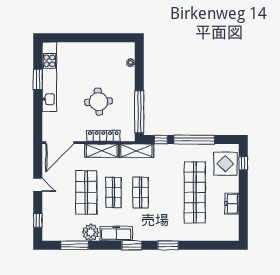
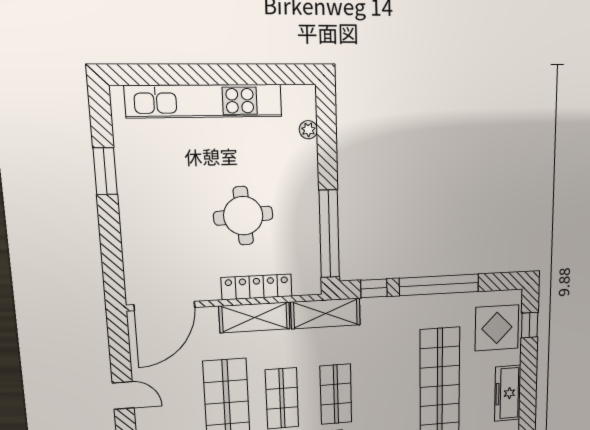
kitchen unit: (49, 77) -> (204, 101), moved, turned 90
freezer: (232, 204) -> (508, 393), width x1.40

